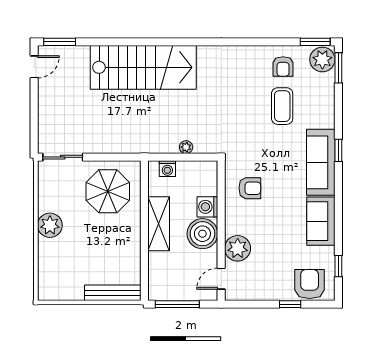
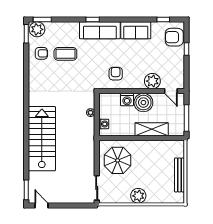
shelving: (159, 224) -> (152, 129), moved
bench: (113, 293) -> (179, 175), moved

